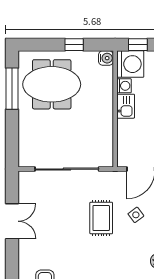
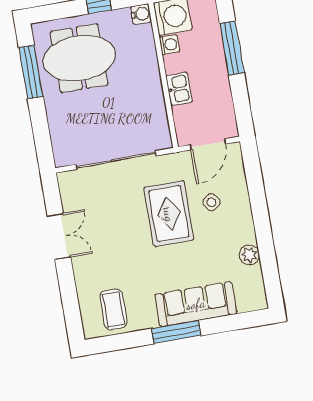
kitchen sink: (126, 106) -> (179, 89), moved
rug: (101, 218) -> (169, 214), width x1.36, depth x1.43

